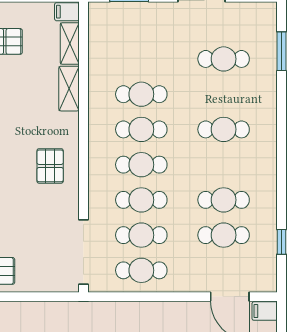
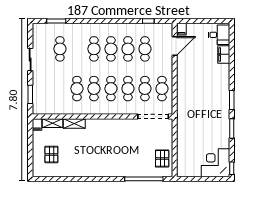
cafe table: (224, 165) -> (111, 49), added
pallet: (50, 166) -> (112, 133), removed

